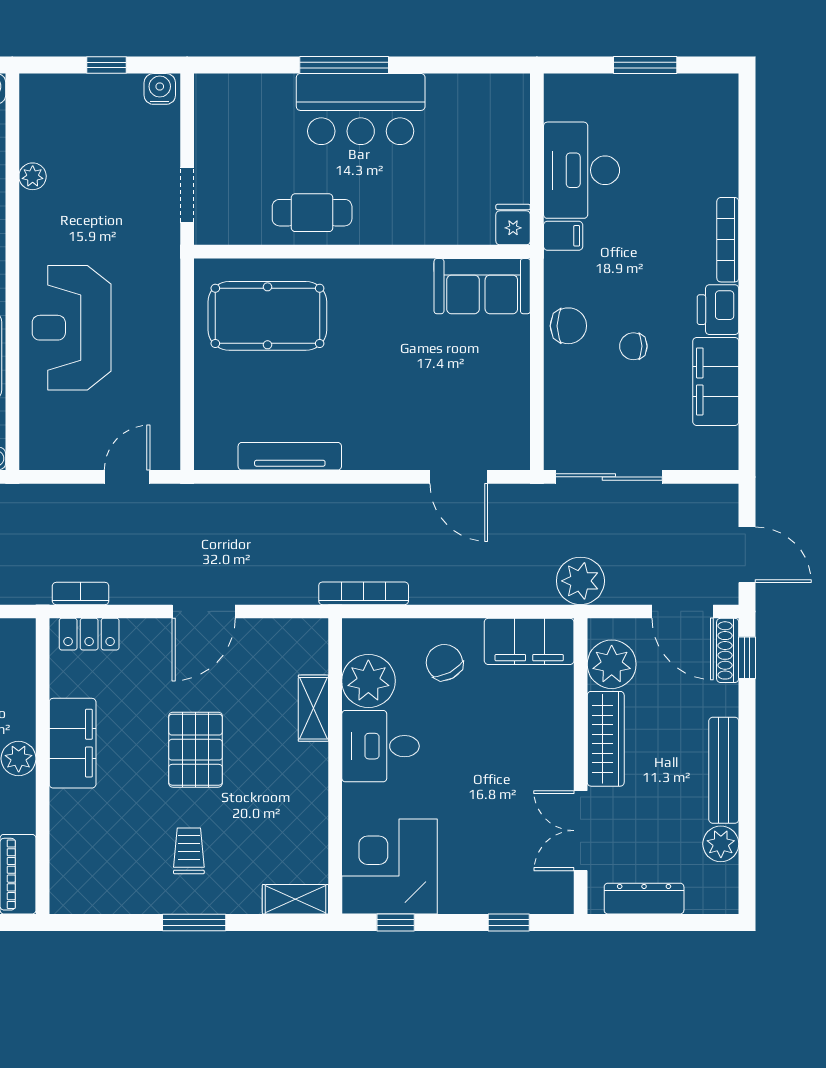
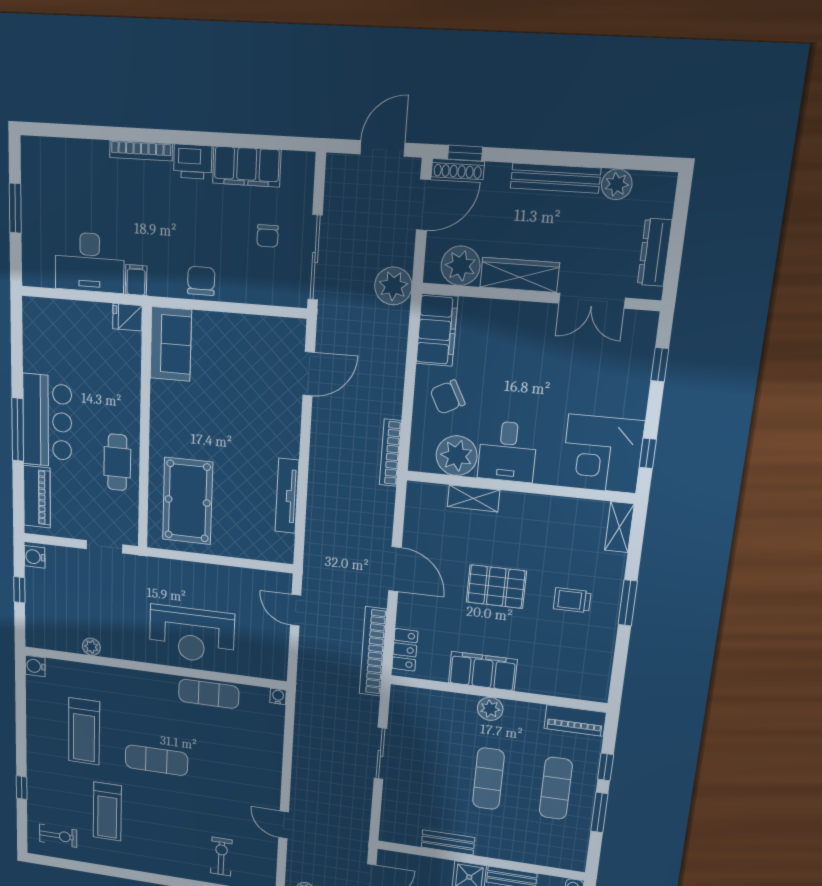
piano: (250, 93) -> (37, 497), added
chair: (633, 346) -> (268, 236), moved
bookcase: (81, 593) -> (373, 652), width x2.31, depth x1.31

